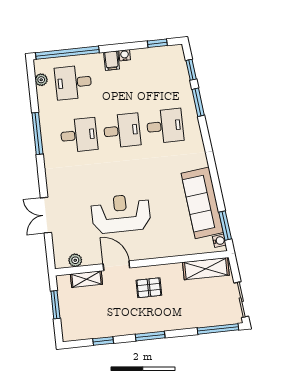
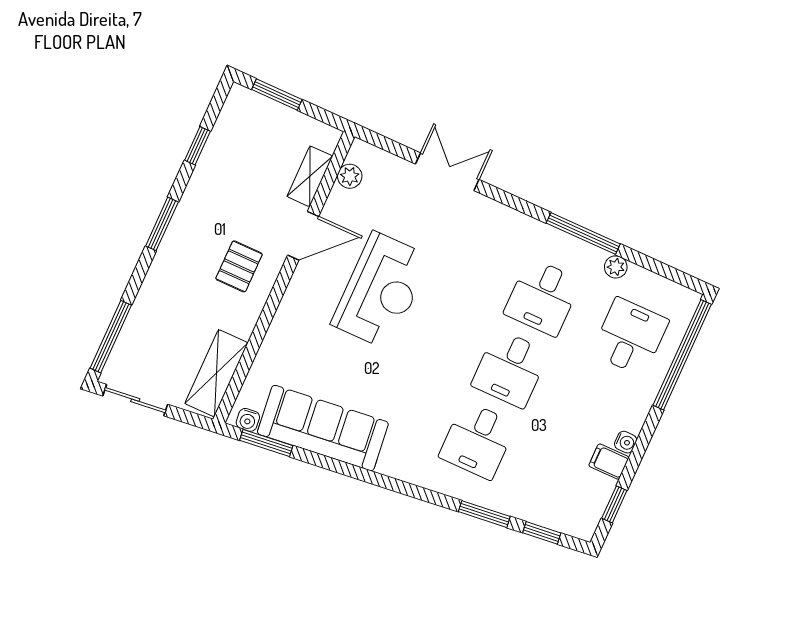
filing cabinet: (112, 61) -> (609, 462), moved
plant: (41, 80) -> (616, 267), moved
window: (55, 305) -> (277, 95), moved

